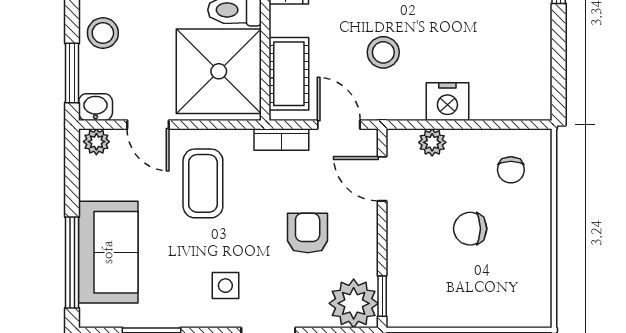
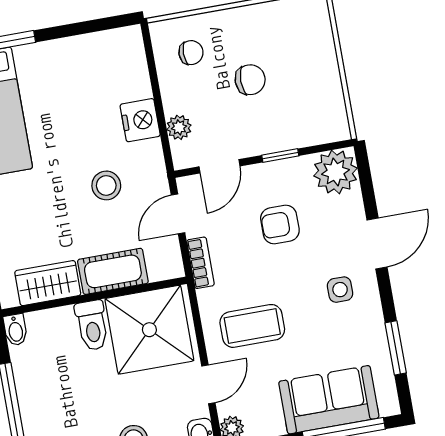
cot: (289, 74) -> (113, 271), moved
chair: (470, 229) -> (250, 80), turned -90
window: (382, 296) -> (280, 156), moved

